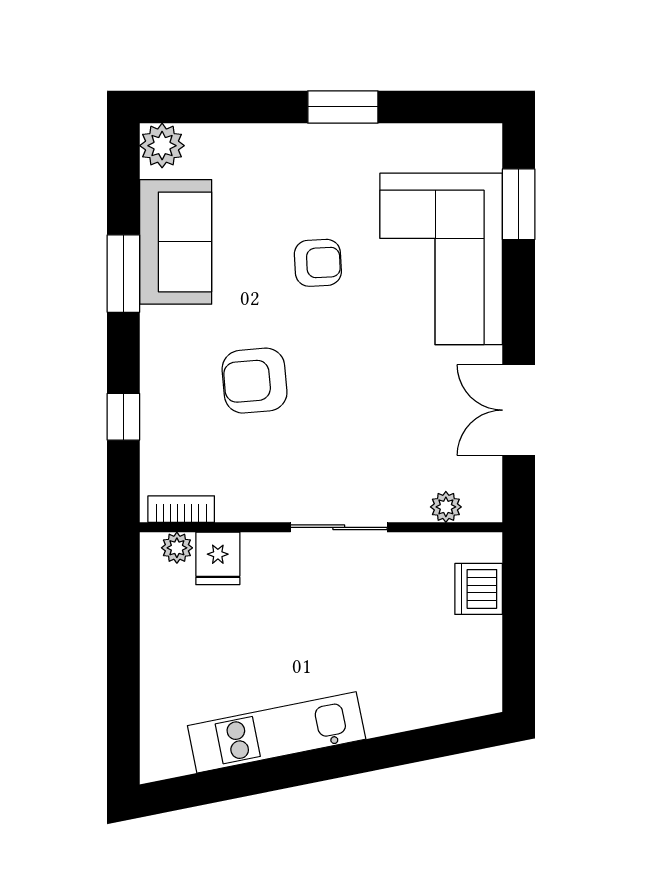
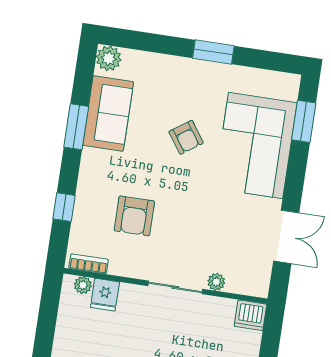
armchair: (318, 263) -> (186, 137), turned 58
armchair: (255, 381) -> (134, 216), moved, turned -85
double door: (519, 410) -> (286, 237), swing flipped
plant: (446, 507) -> (216, 282), moved
dishwasher: (479, 589) -> (250, 315), moved, turned -90

